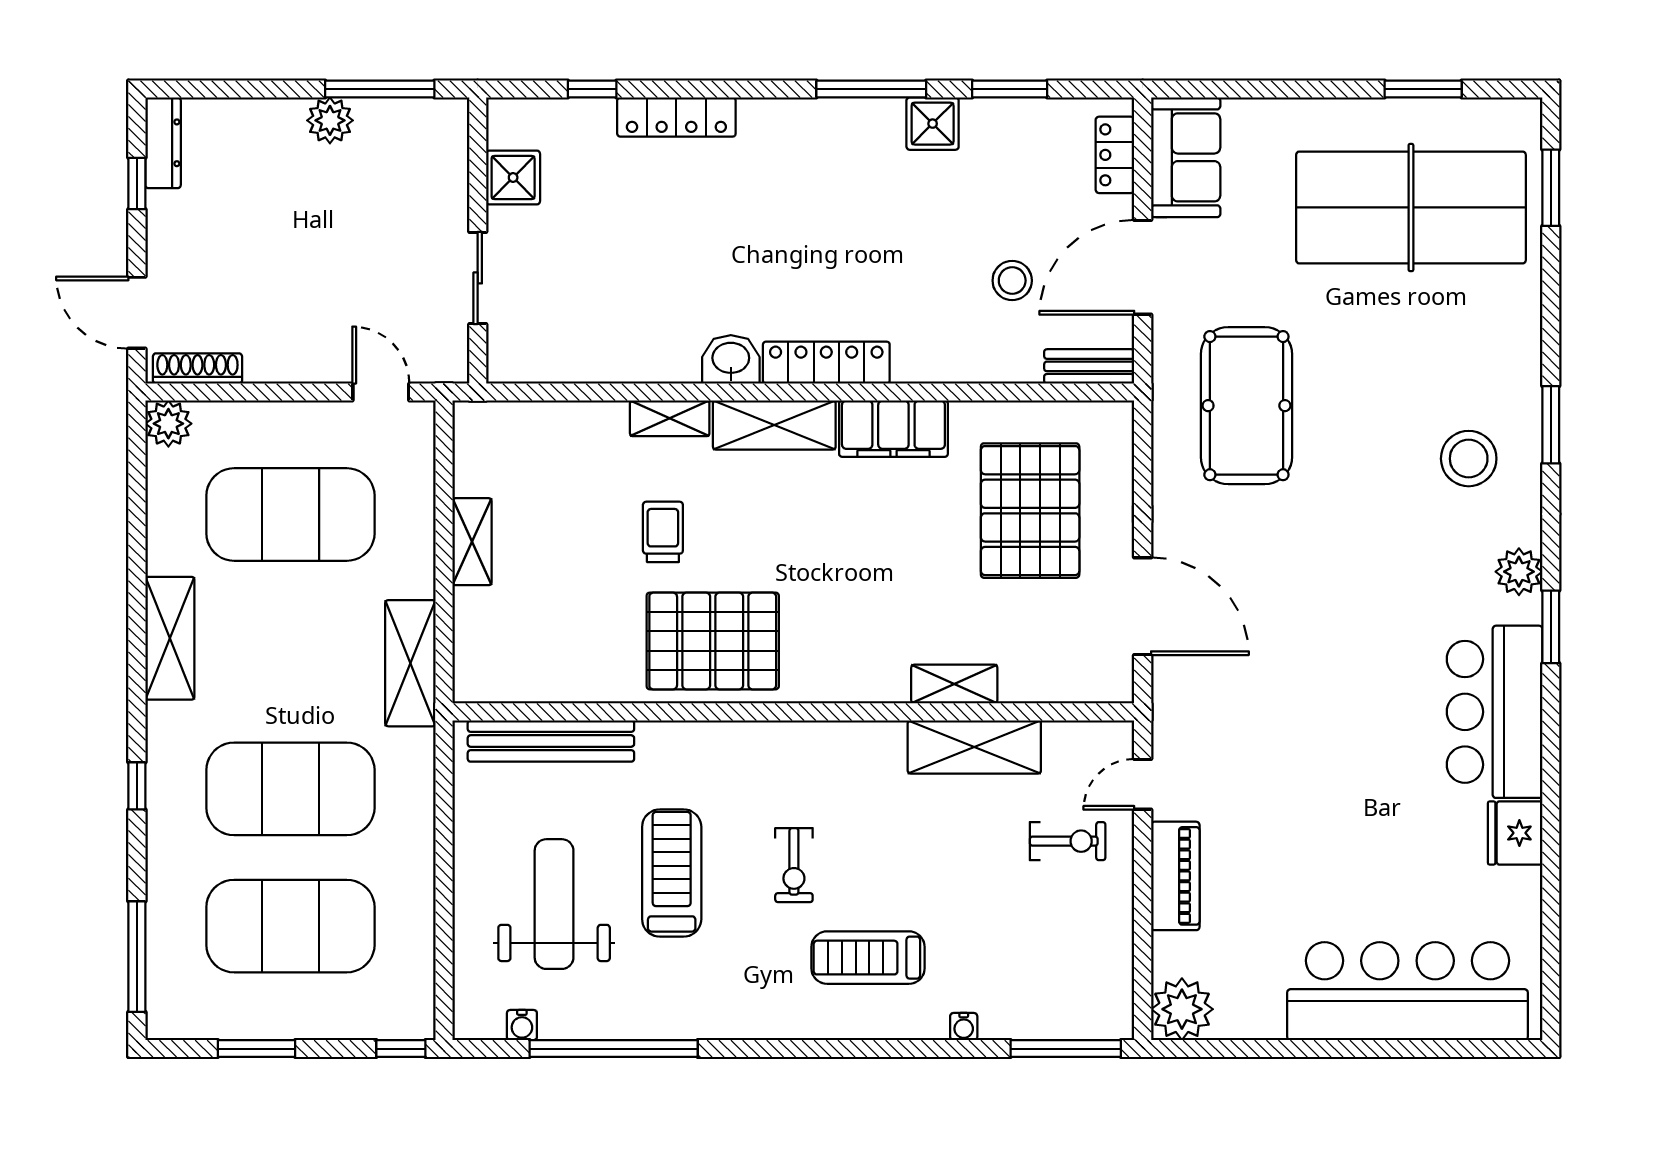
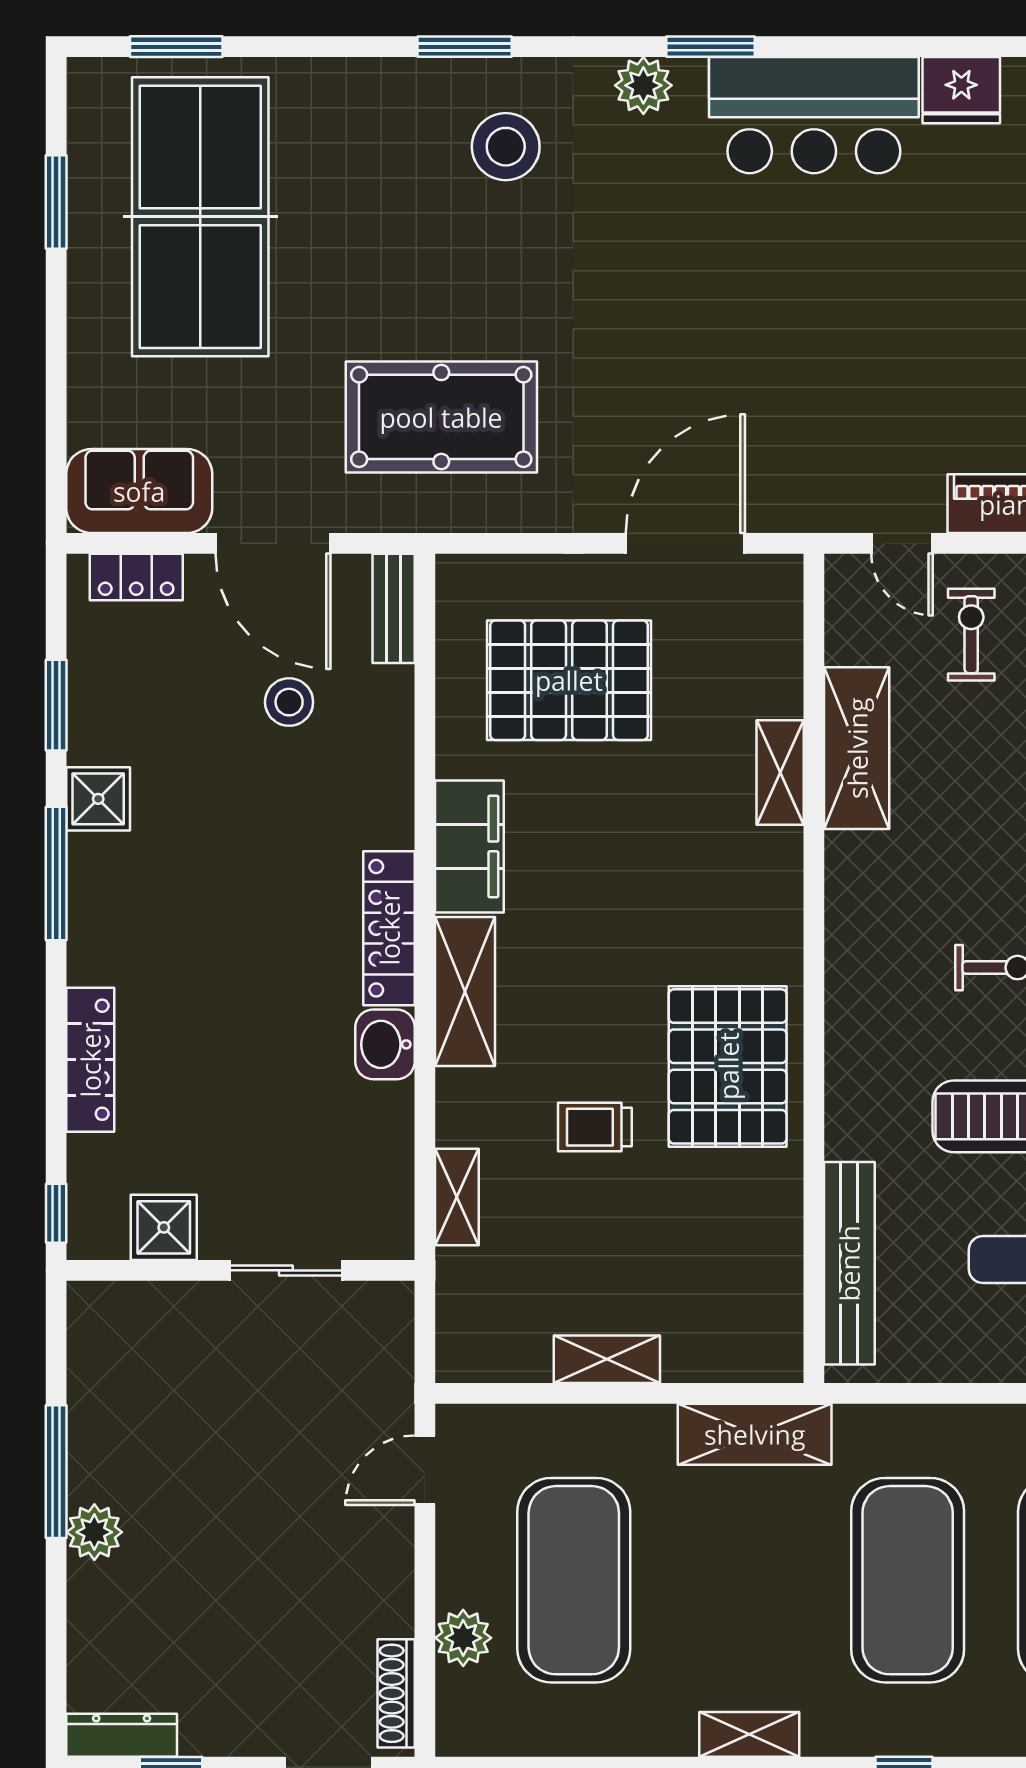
locker: (676, 117) -> (90, 1060), moved
shower: (513, 178) -> (164, 1227), moved
wall: (478, 241) -> (240, 1270), moved
sliding door: (478, 278) -> (286, 1270), moved
shelving: (670, 418) -> (457, 1197), moved
plant: (168, 424) -> (463, 1638), moved
shelving: (170, 638) -> (749, 1734), width x0.67, depth x0.75

